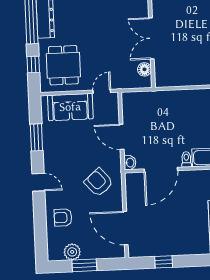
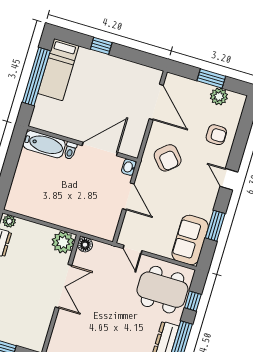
dining table: (63, 65) -> (162, 290), width x1.38
floor lamp: (144, 69) -> (85, 245), moved
plant: (165, 77) -> (63, 242), added
door: (102, 91) -> (133, 249), hinge flipped
sofa: (70, 107) -> (190, 240), moved, turned -90
window: (164, 262) -> (101, 46), moved

